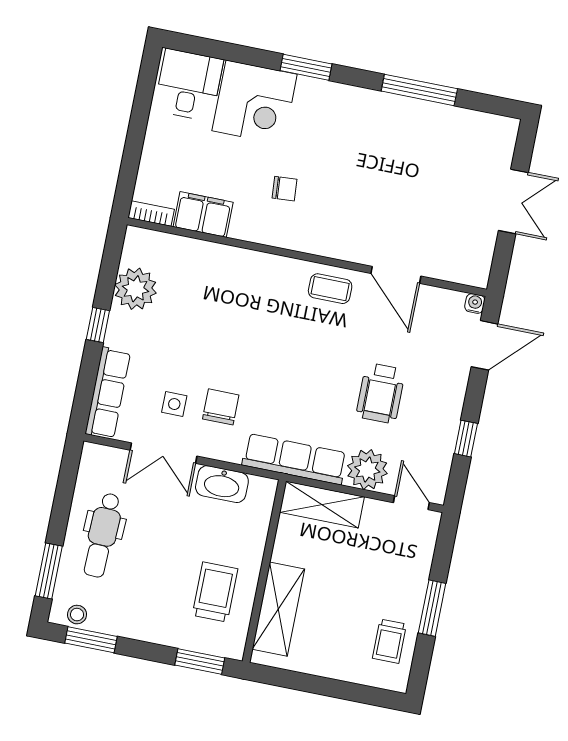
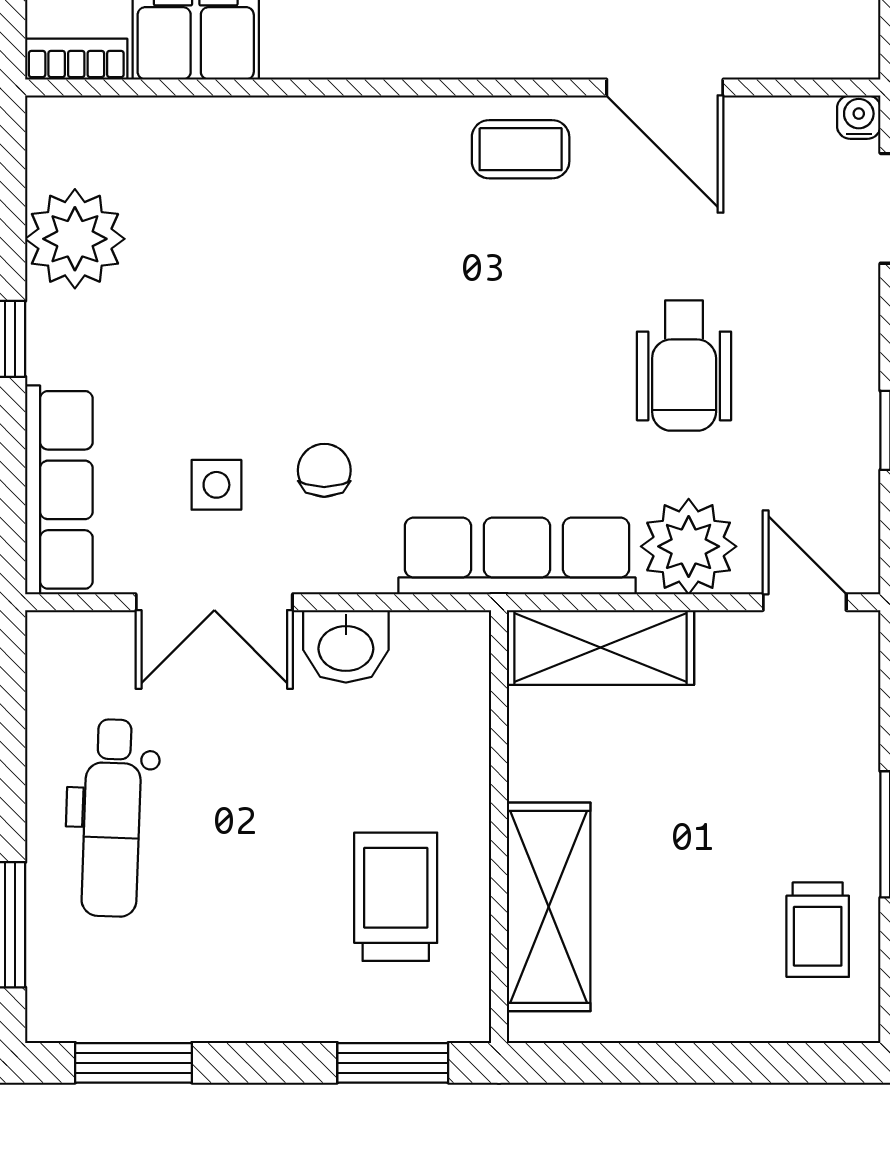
chair: (221, 407) -> (324, 470), width x0.73, depth x0.73
washbasin: (222, 484) -> (346, 646), width x0.72
stool: (77, 615) -> (90, 1012), removed

